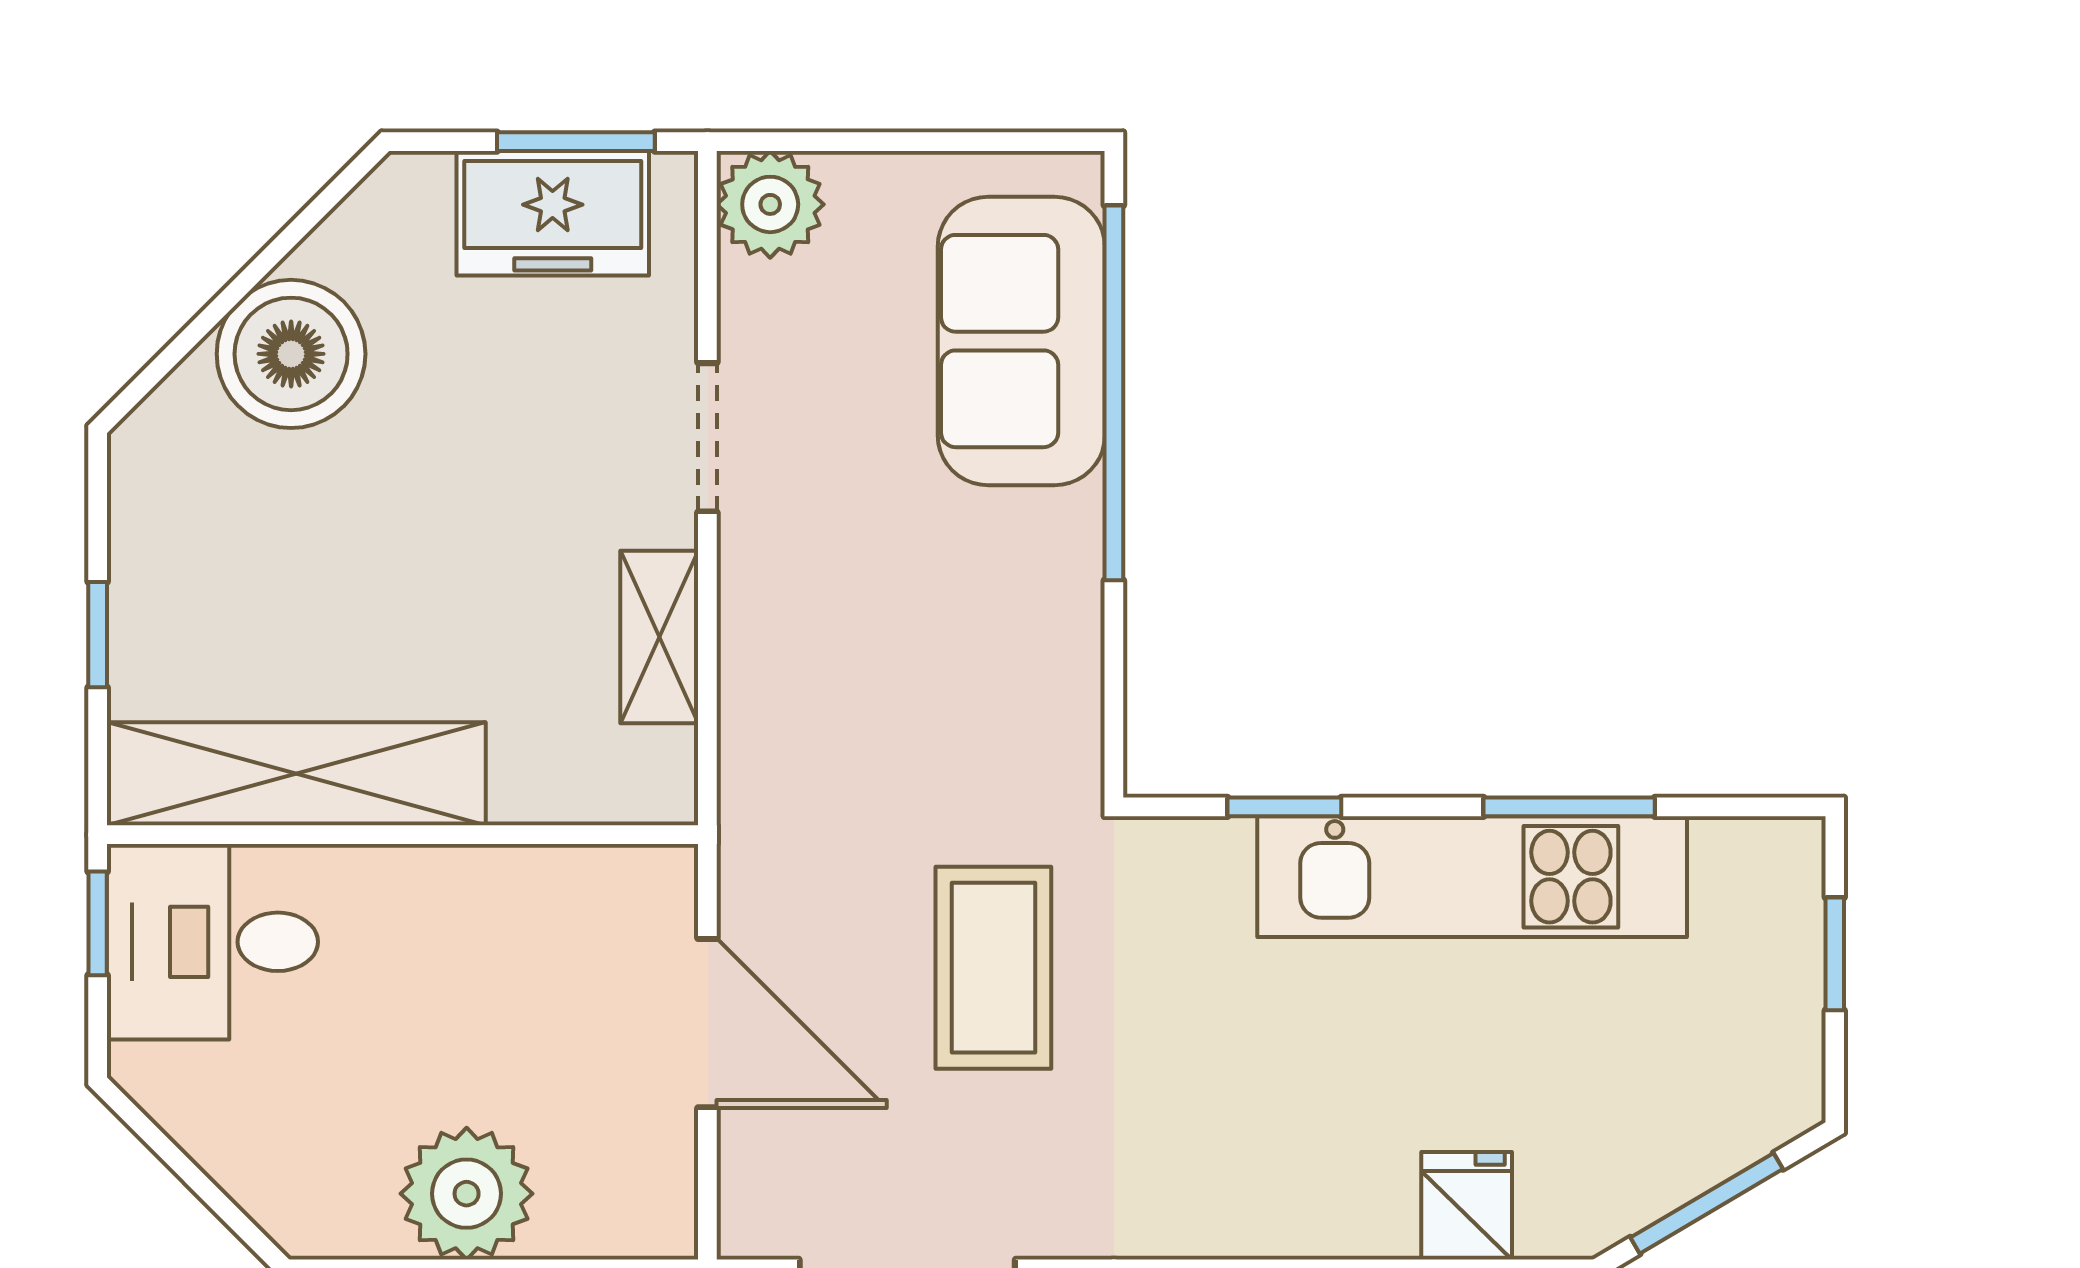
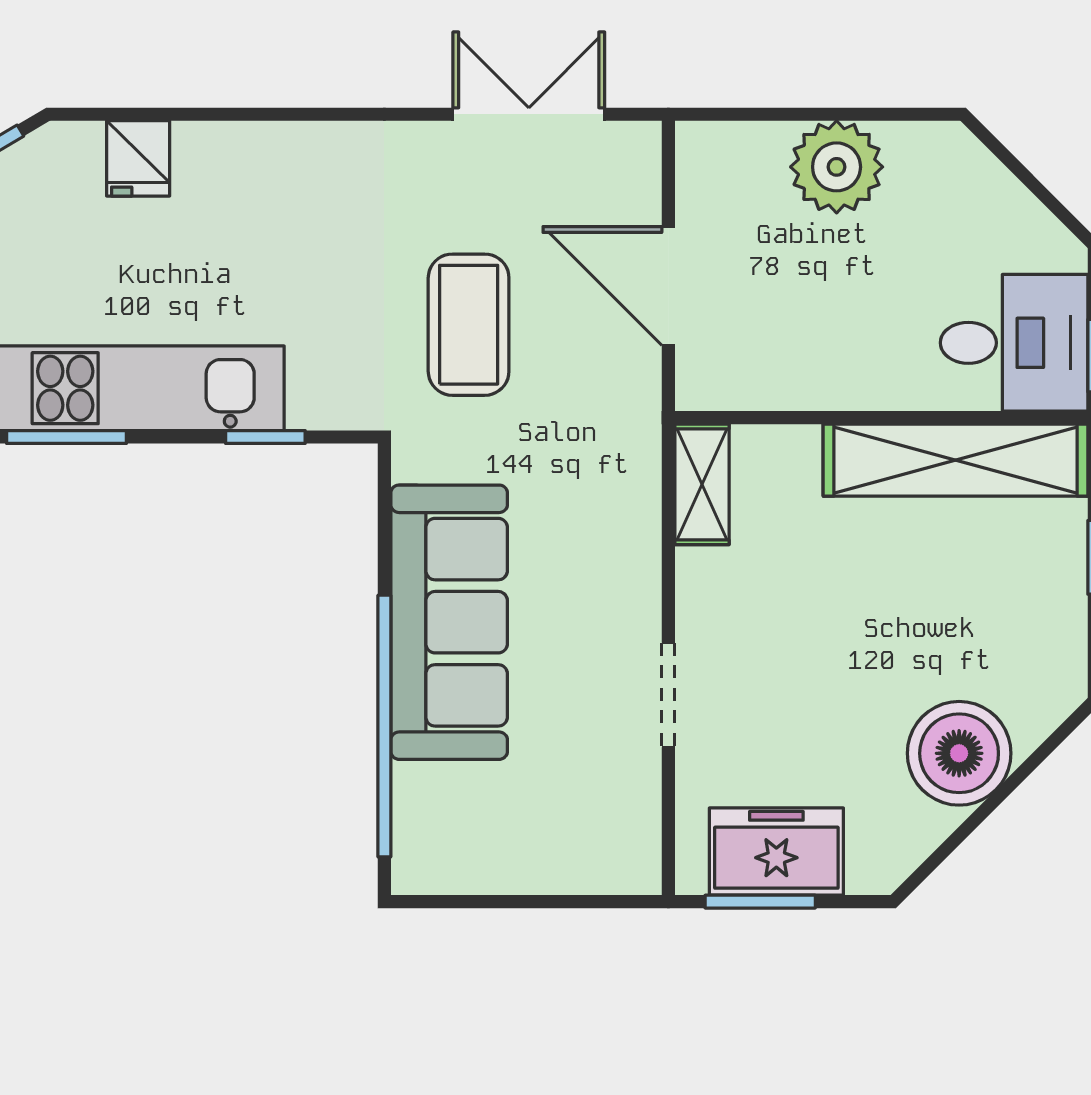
plant: (770, 204) -> (624, 858), removed
sofa: (1021, 341) -> (449, 622), moved, width x1.36
shelving: (659, 637) -> (702, 484), moved

